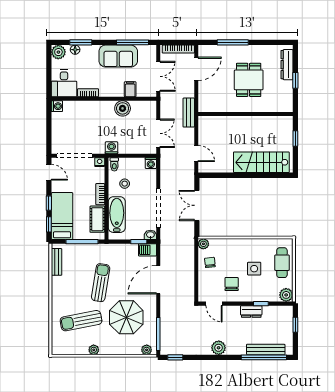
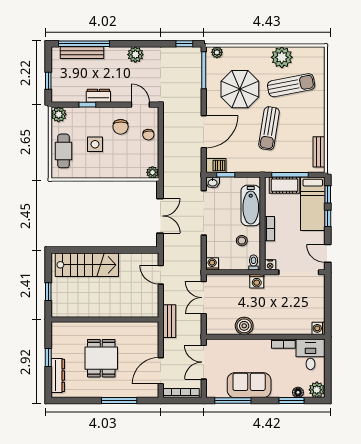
filing cabinet: (130, 89) -> (235, 348), removed
cot: (97, 219) -> (284, 185), moved, turned 90
chair: (210, 262) -> (148, 135), moved
plant: (94, 350) -> (282, 57), width x1.87, depth x1.87

